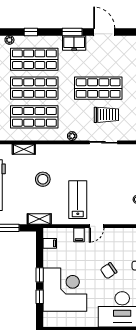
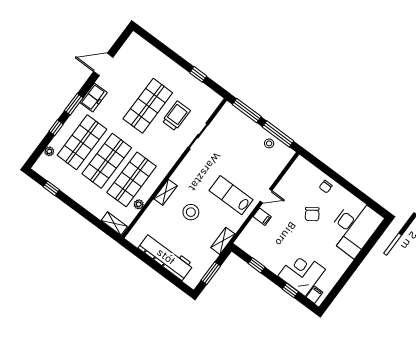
window: (72, 32) -> (74, 104), moved
plant: (72, 136) -> (139, 204), moved
shelving: (24, 149) -> (166, 192), moved
door: (97, 226) -> (266, 196), hinge flipped
filing cabinet: (50, 243) -> (314, 295), moved
window: (40, 275) -> (257, 265), moved
corner desk: (65, 290) -> (302, 273), width x0.74, depth x0.74

